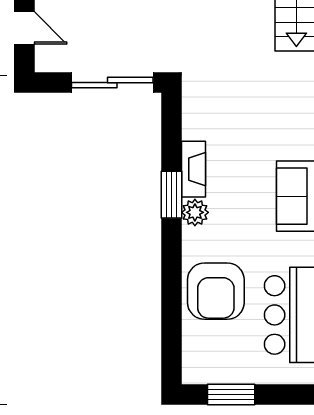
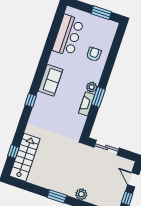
sliding door: (112, 83) -> (107, 148), width x0.73
armchair: (216, 291) -> (94, 54), width x0.53, depth x0.53

